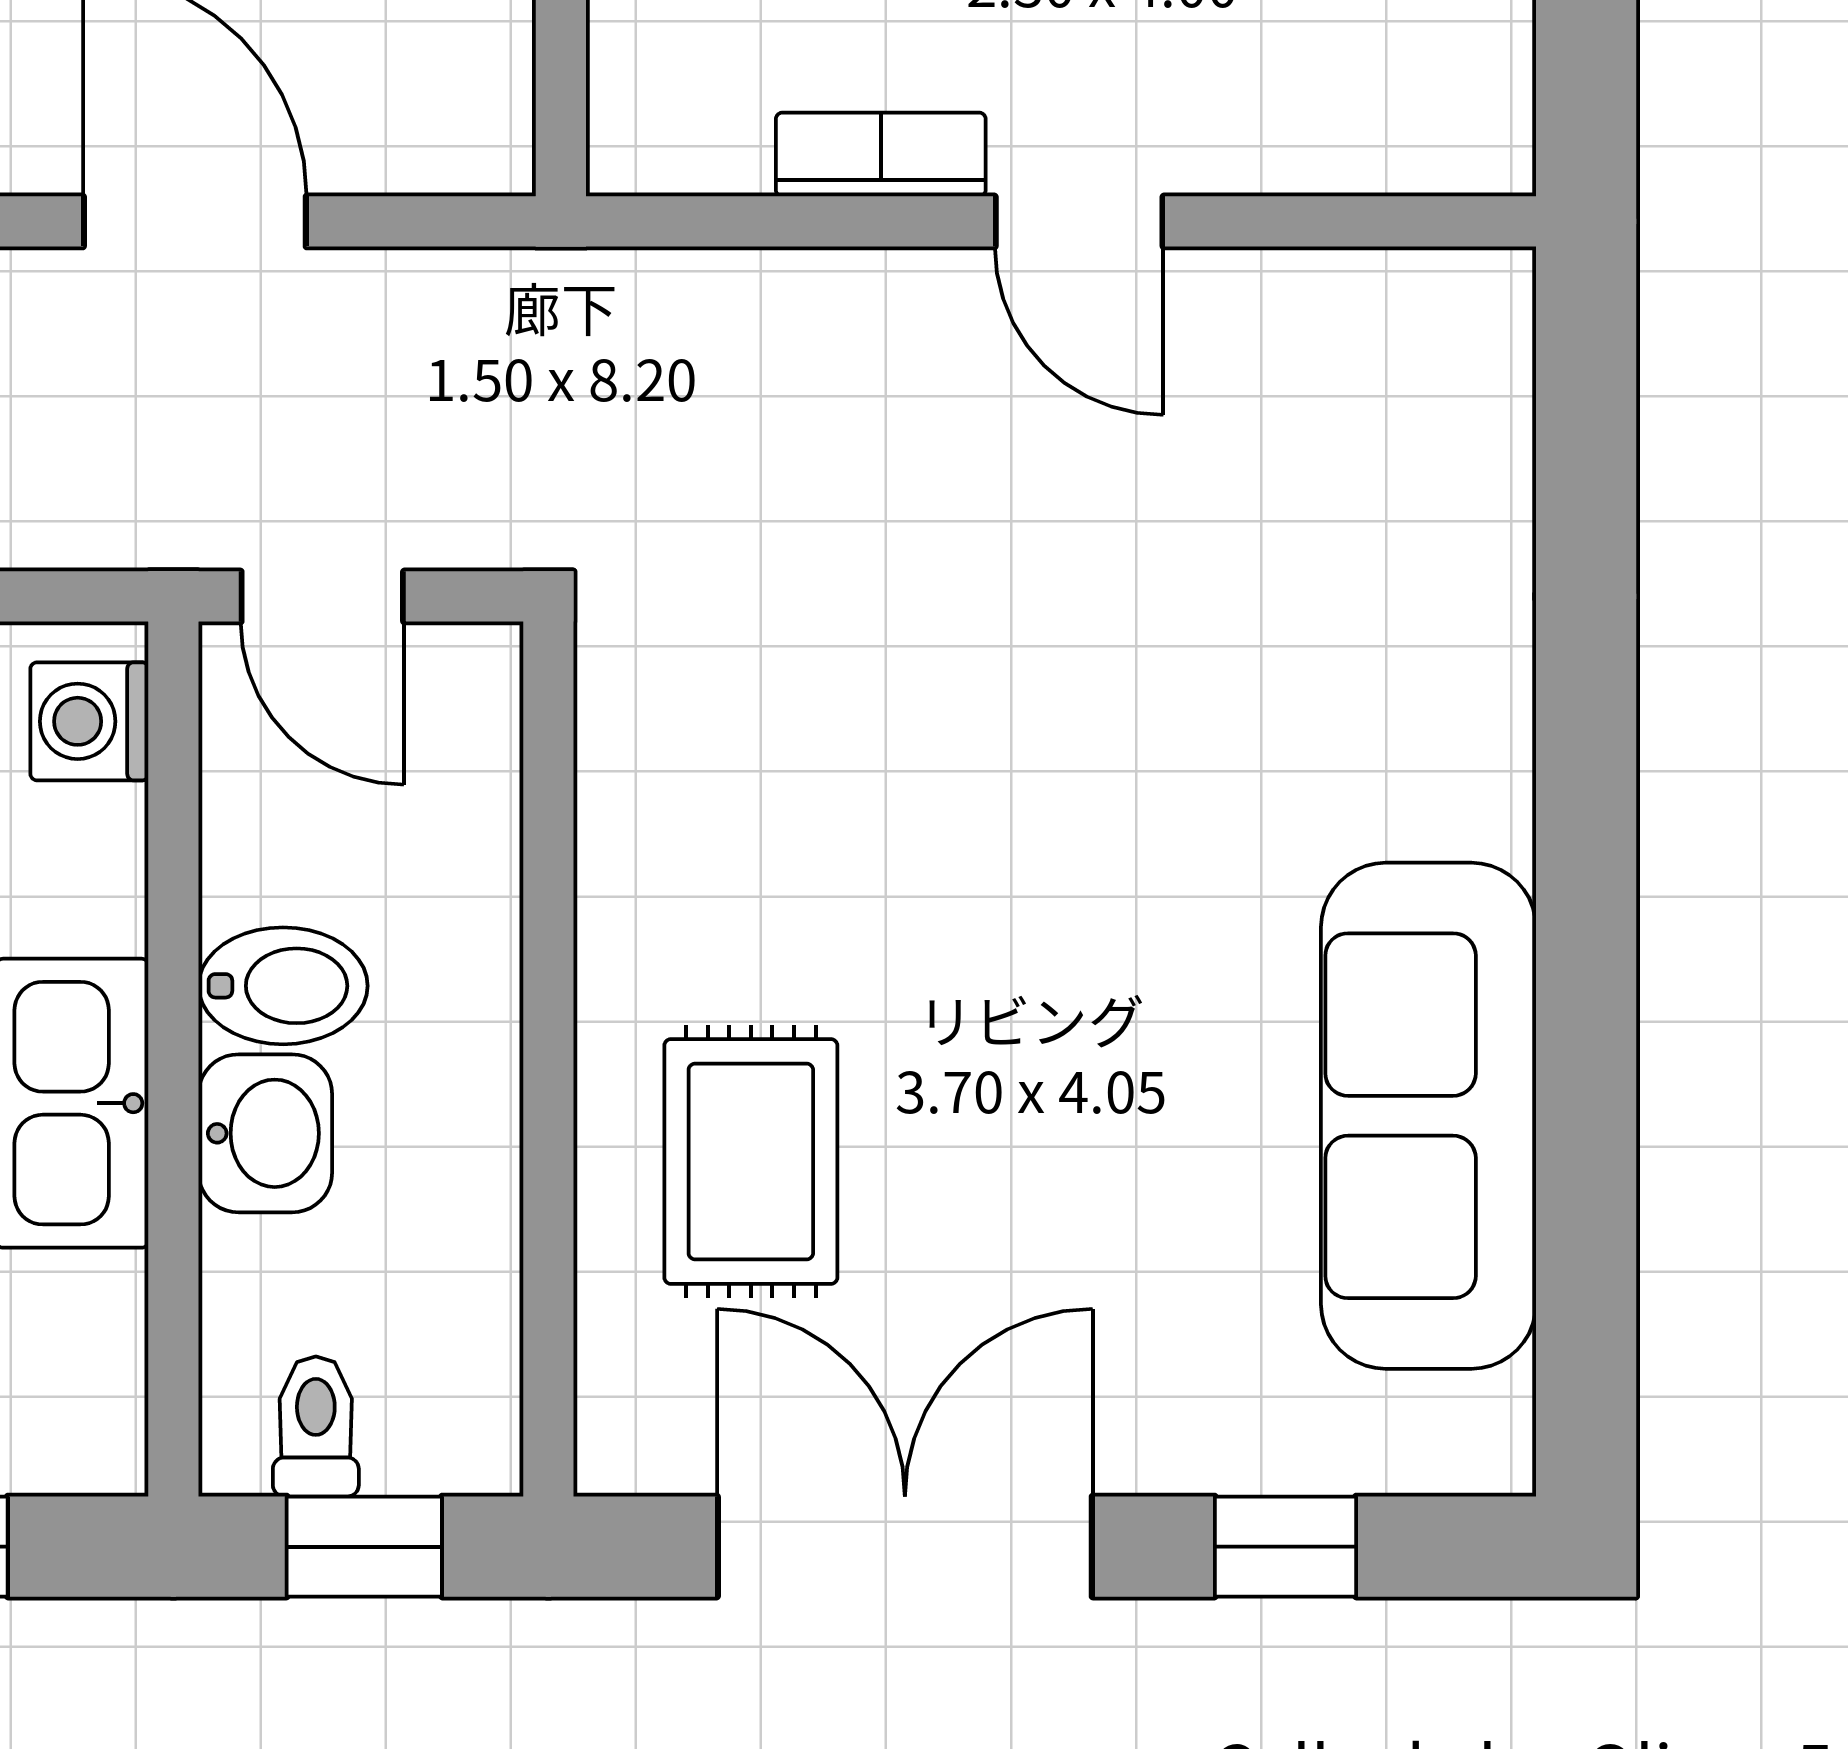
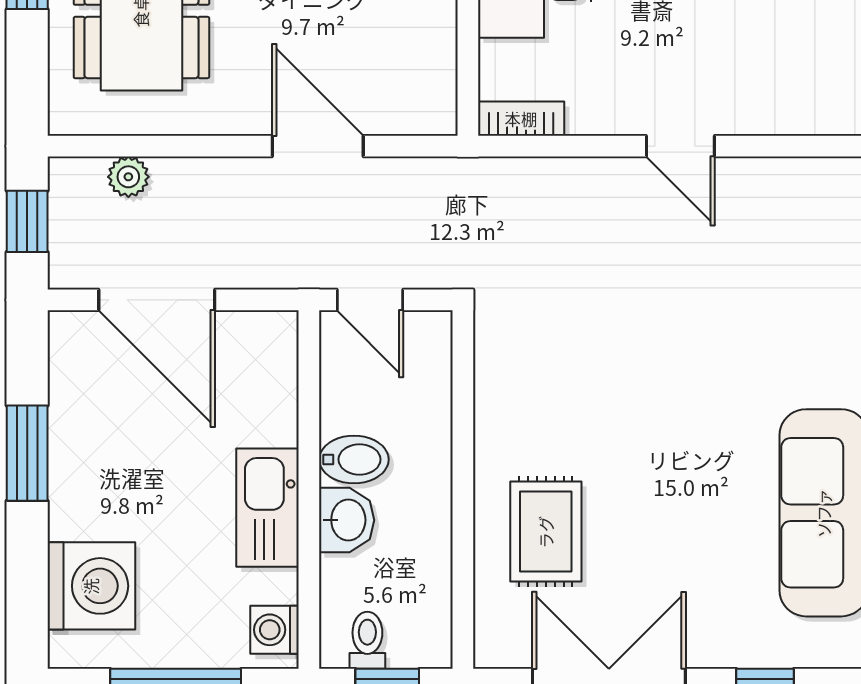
bookcase: (881, 154) -> (521, 119), moved
washing machine: (89, 721) -> (275, 630), moved

